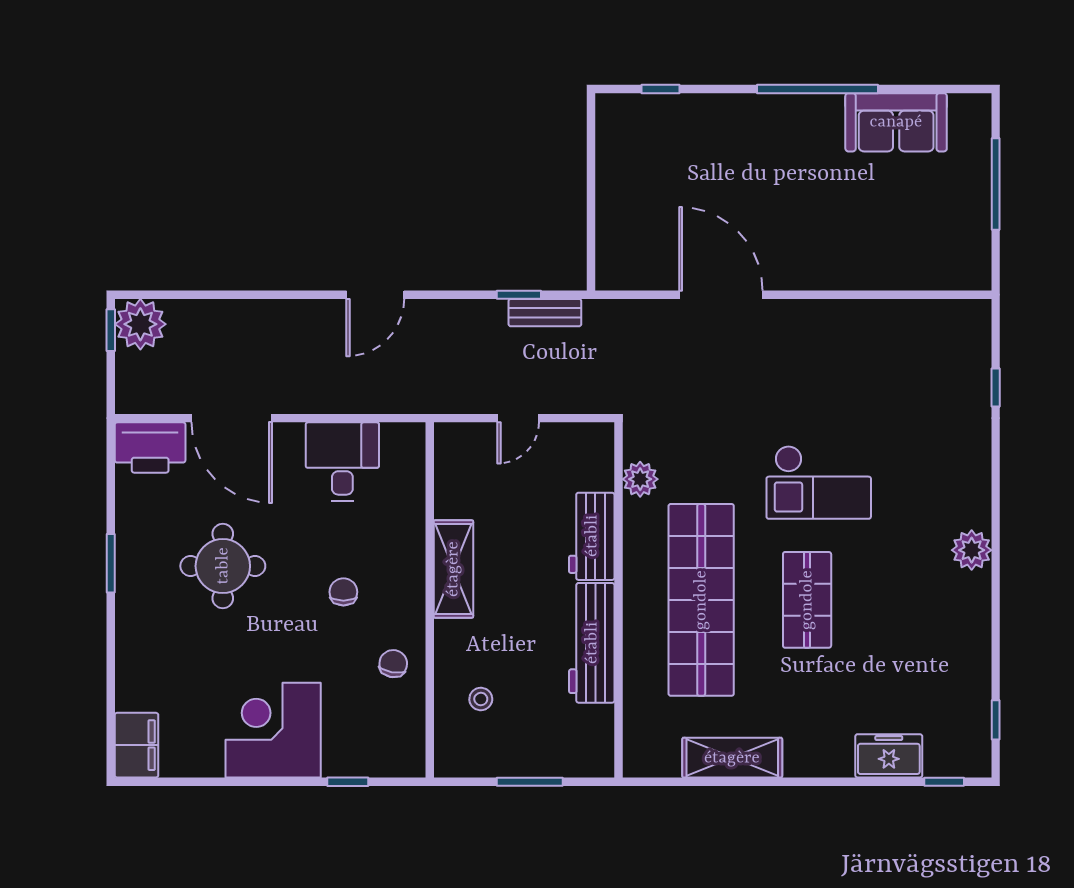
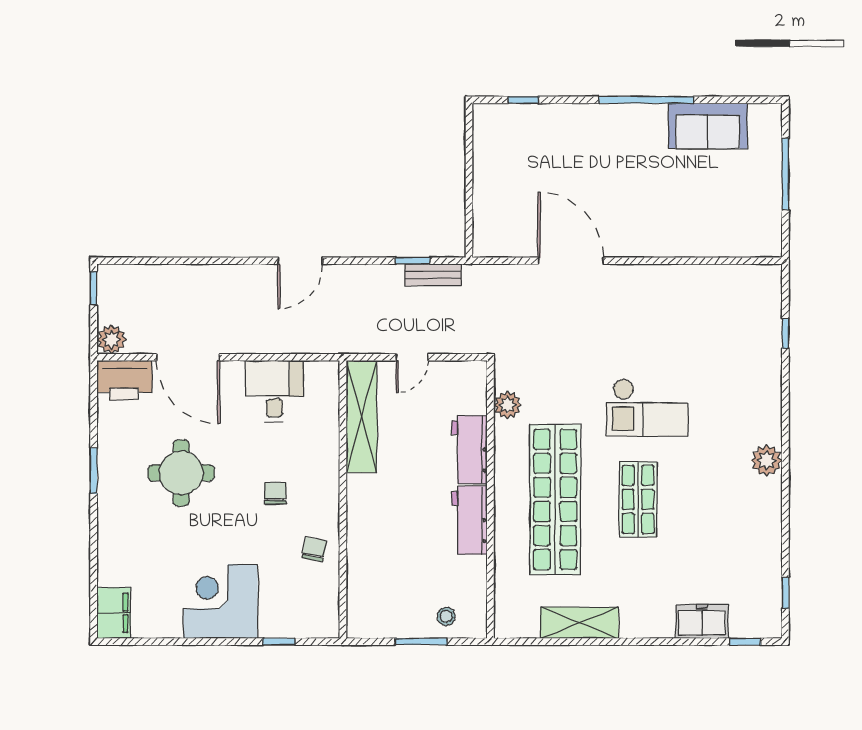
plant: (140, 324) -> (111, 339), moved, width x0.73, depth x0.73
shelving: (453, 569) -> (361, 417), moved, width x1.47
workbench: (592, 643) -> (470, 520), width x0.73
stool: (481, 699) -> (446, 616), moved

